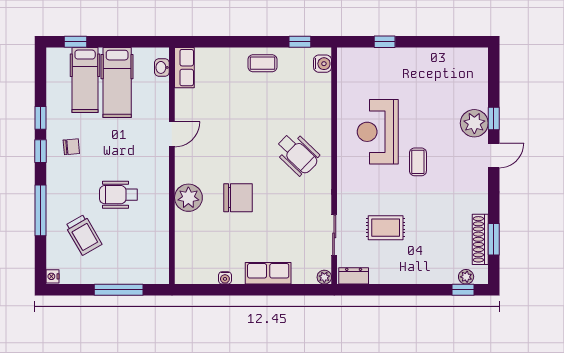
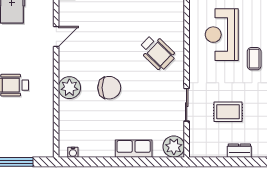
sliding door: (334, 235) -> (187, 105), moved
dresser: (354, 276) -> (239, 151), moved
plant: (324, 277) -> (174, 147), width x1.87, depth x1.87
water cooler: (225, 278) -> (73, 152), moved

